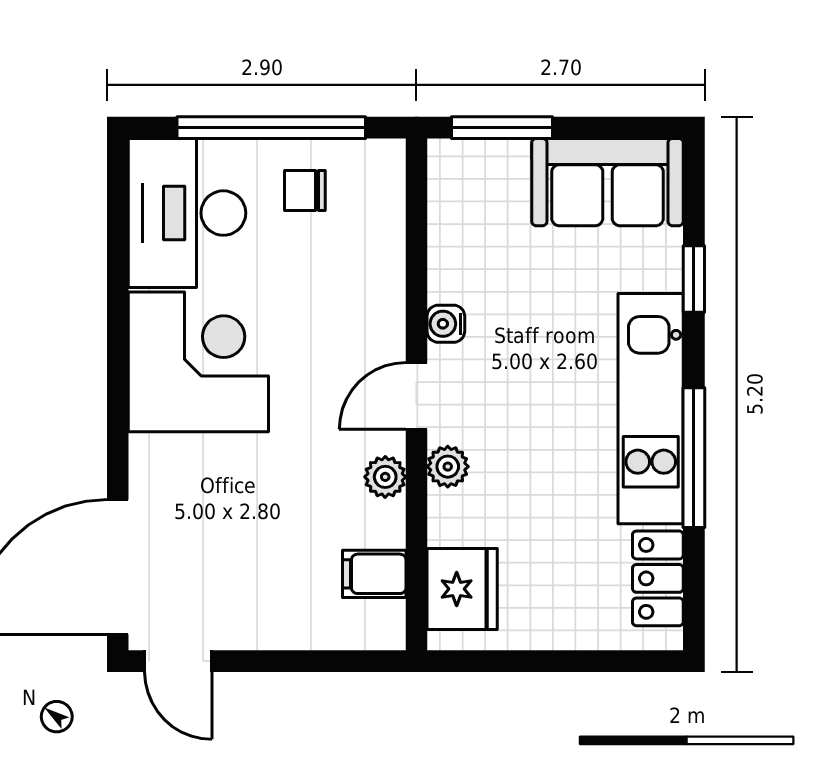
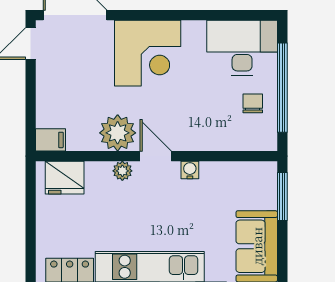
corner desk: (198, 362) -> (148, 53), moved
plant: (385, 477) -> (118, 133), width x1.88, depth x1.88
filing cabinet: (374, 574) -> (50, 140), moved, turned 90

